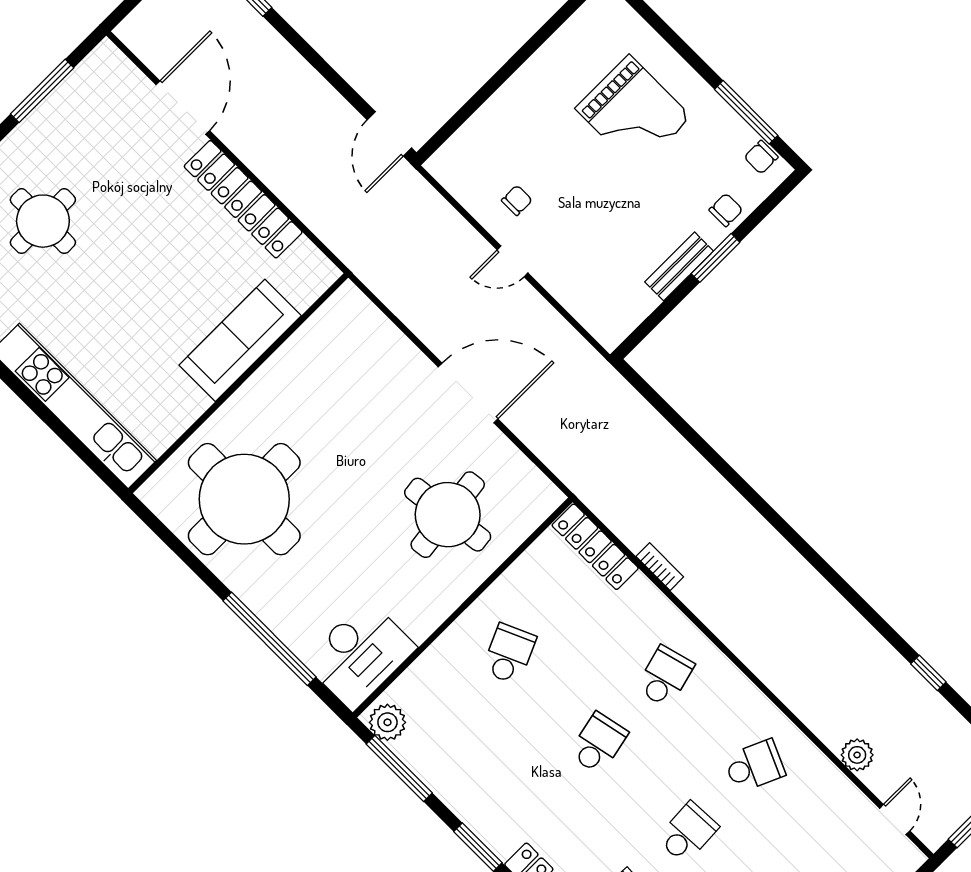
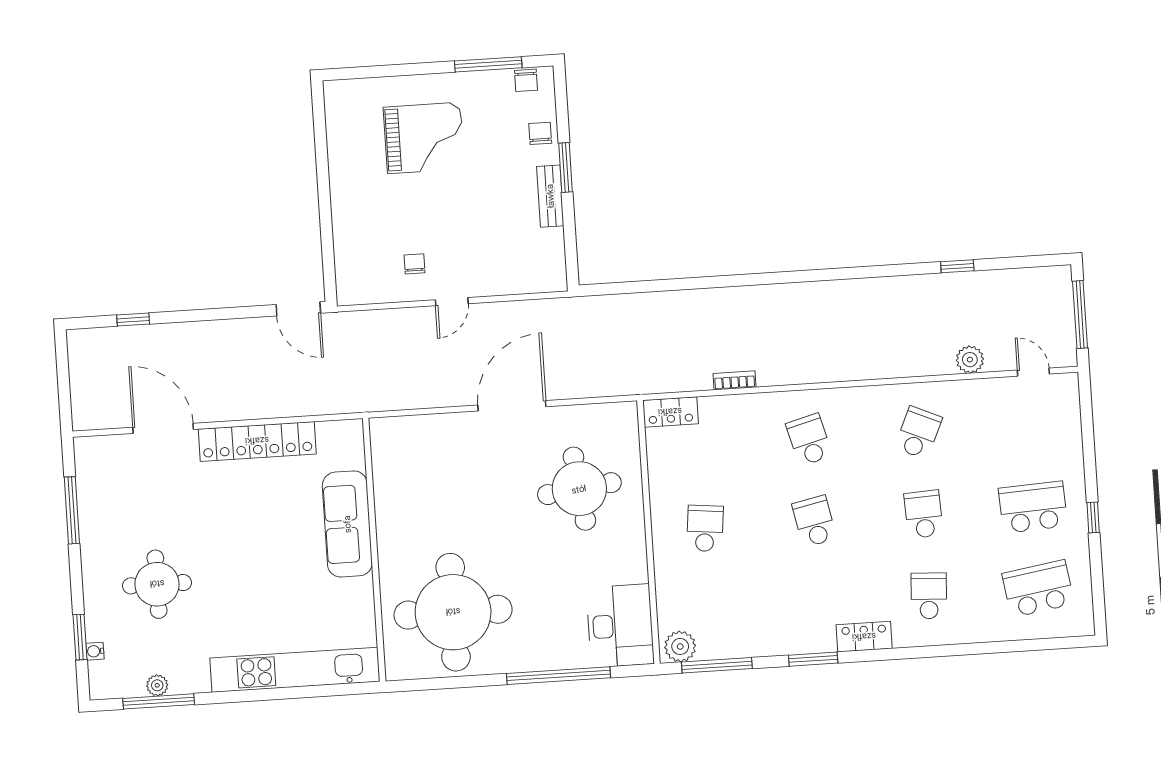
locker: (595, 547) -> (670, 412), width x0.66
school desk: (509, 654) -> (705, 528), turned 30

